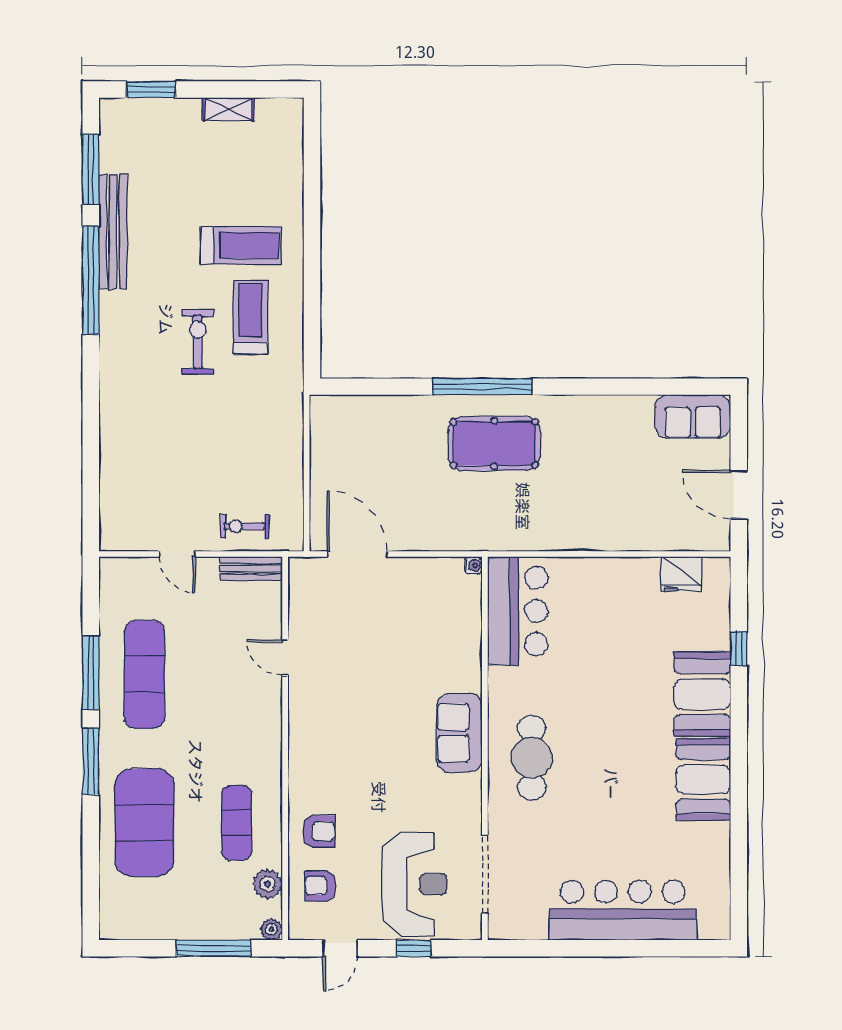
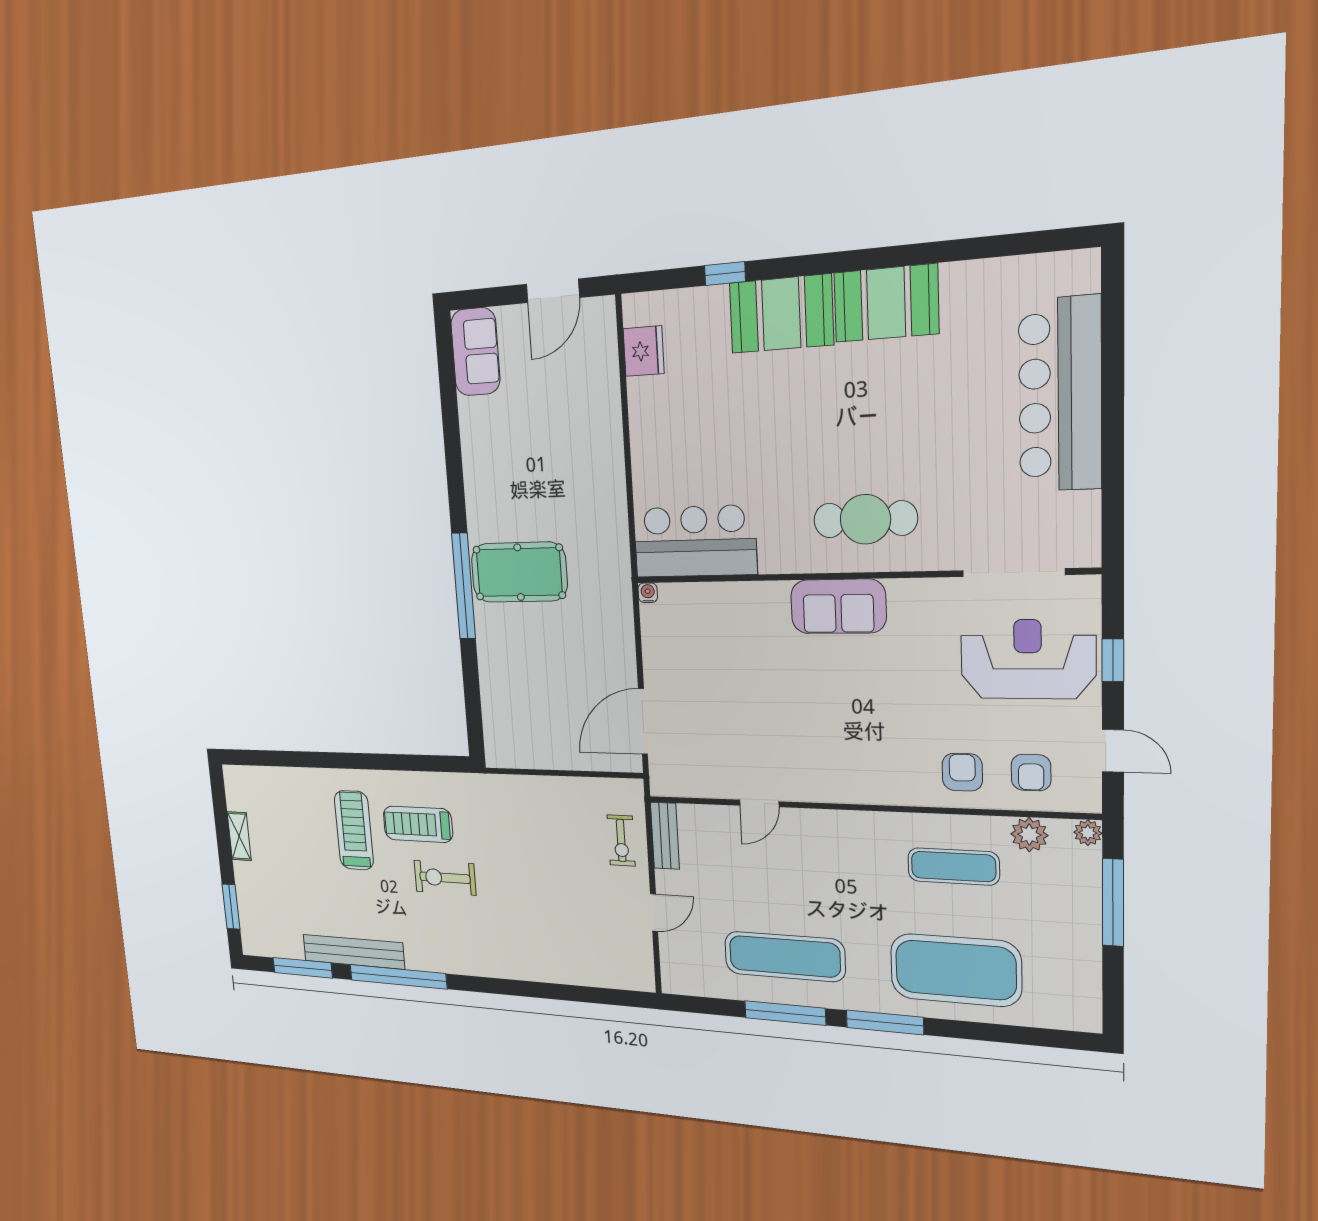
pool table: (494, 443) -> (519, 572), turned 90

